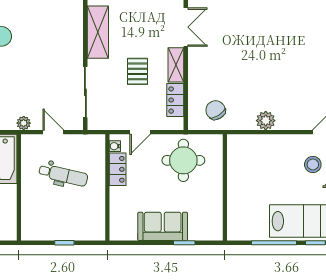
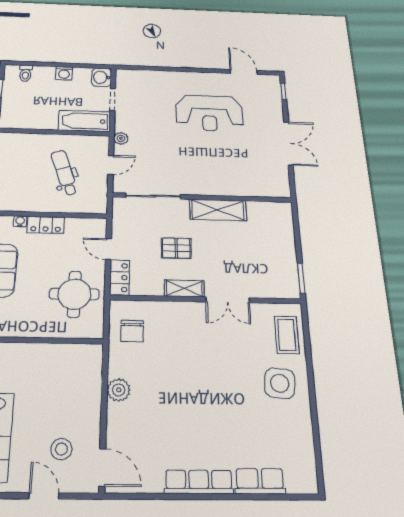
locker: (175, 100) -> (120, 278), moved, turned 90
chair: (215, 110) -> (132, 331), turned 121
water cooler: (115, 146) -> (20, 221), moved
locker: (118, 169) -> (46, 225), moved
dental chair: (63, 175) -> (64, 173), turned 148

